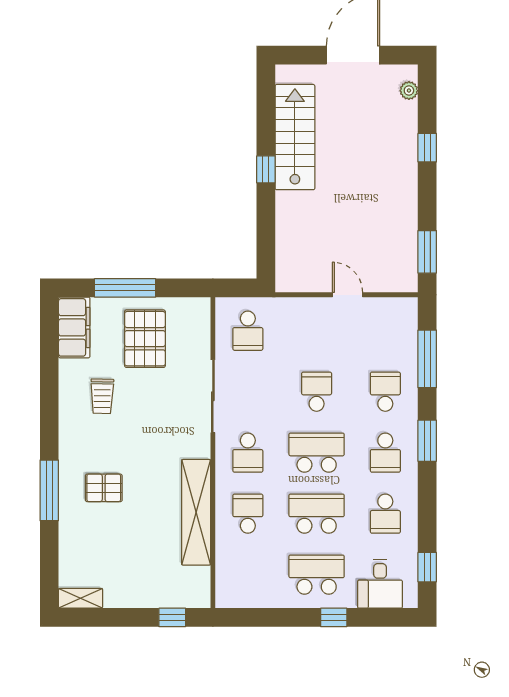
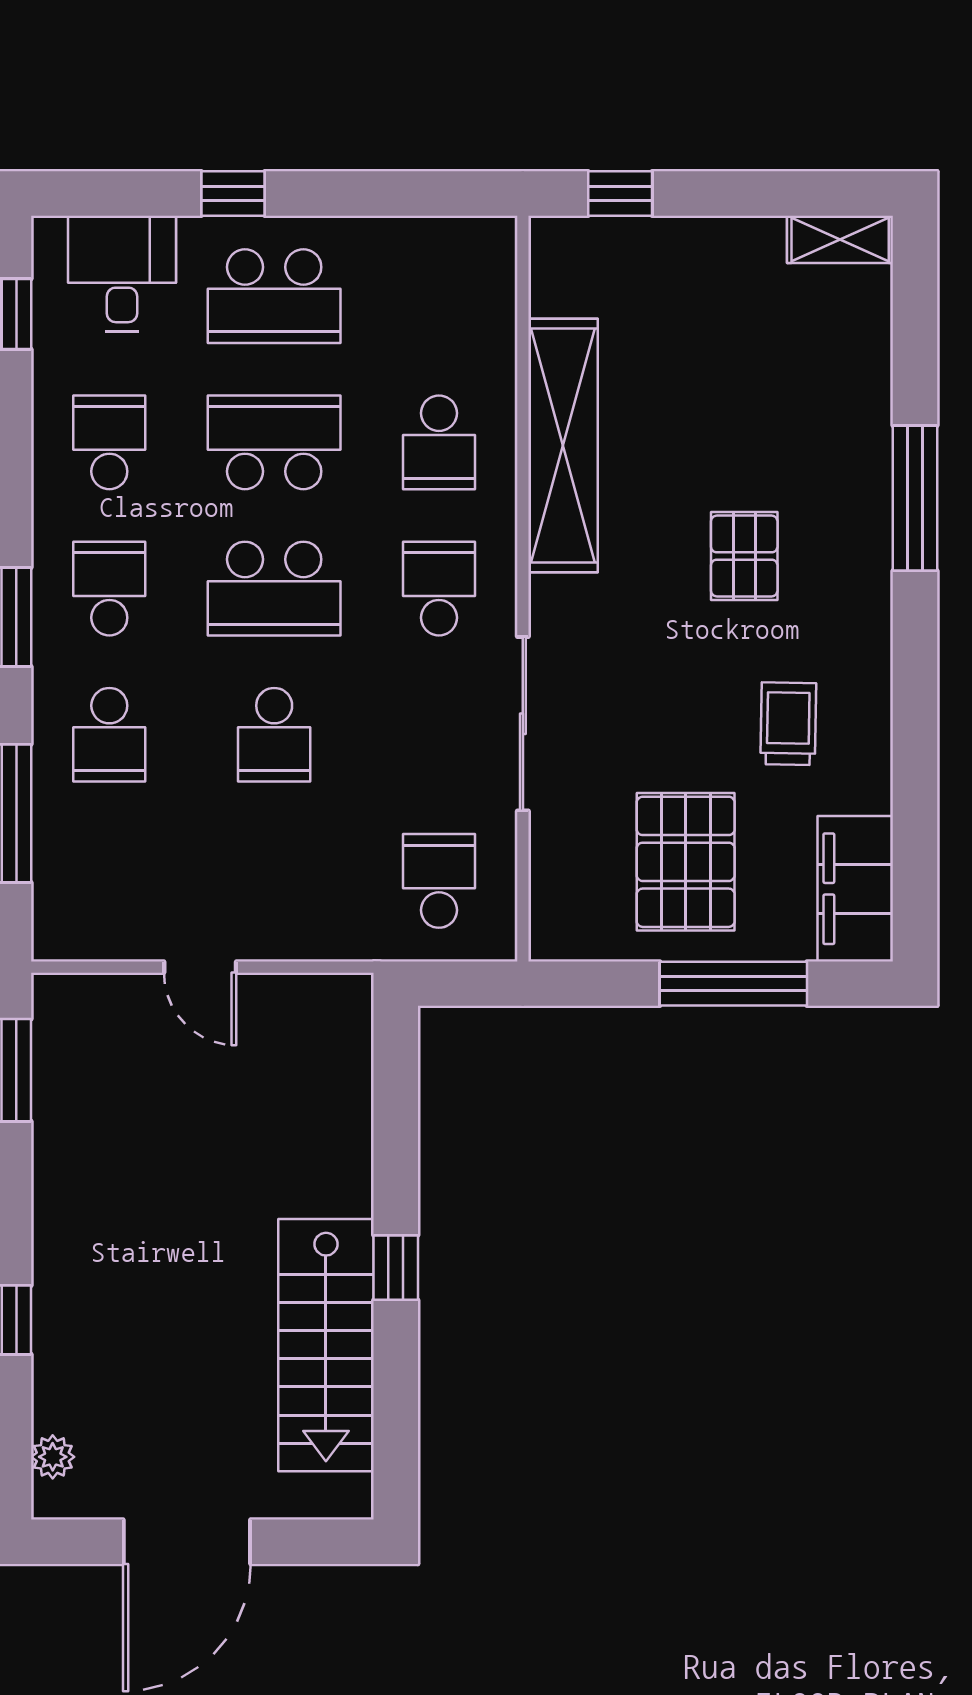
pallet: (104, 488) -> (744, 556), moved, turned 90
school desk: (317, 514) -> (274, 442), turned 180

